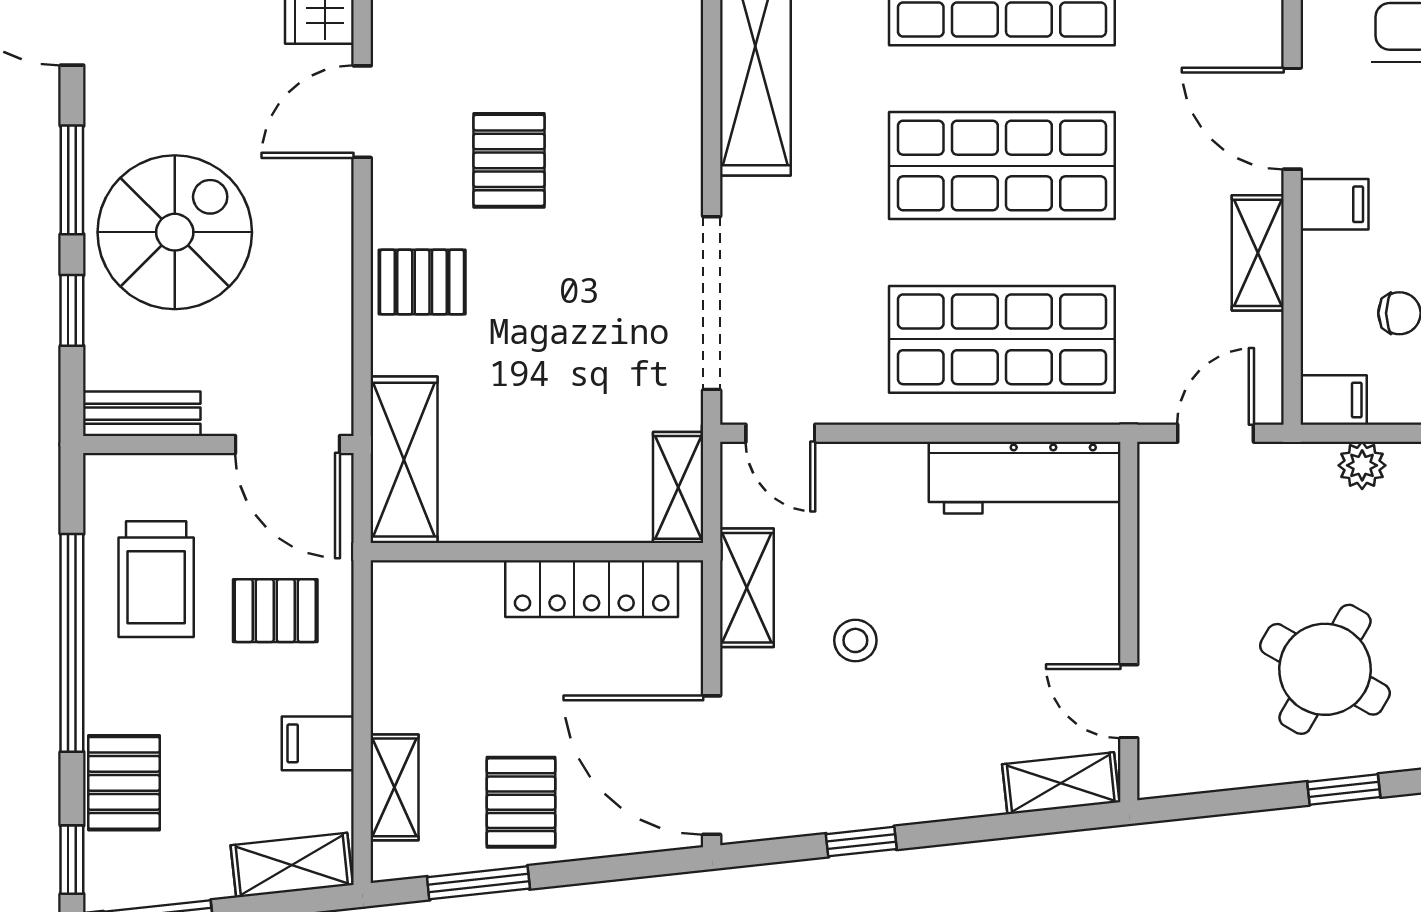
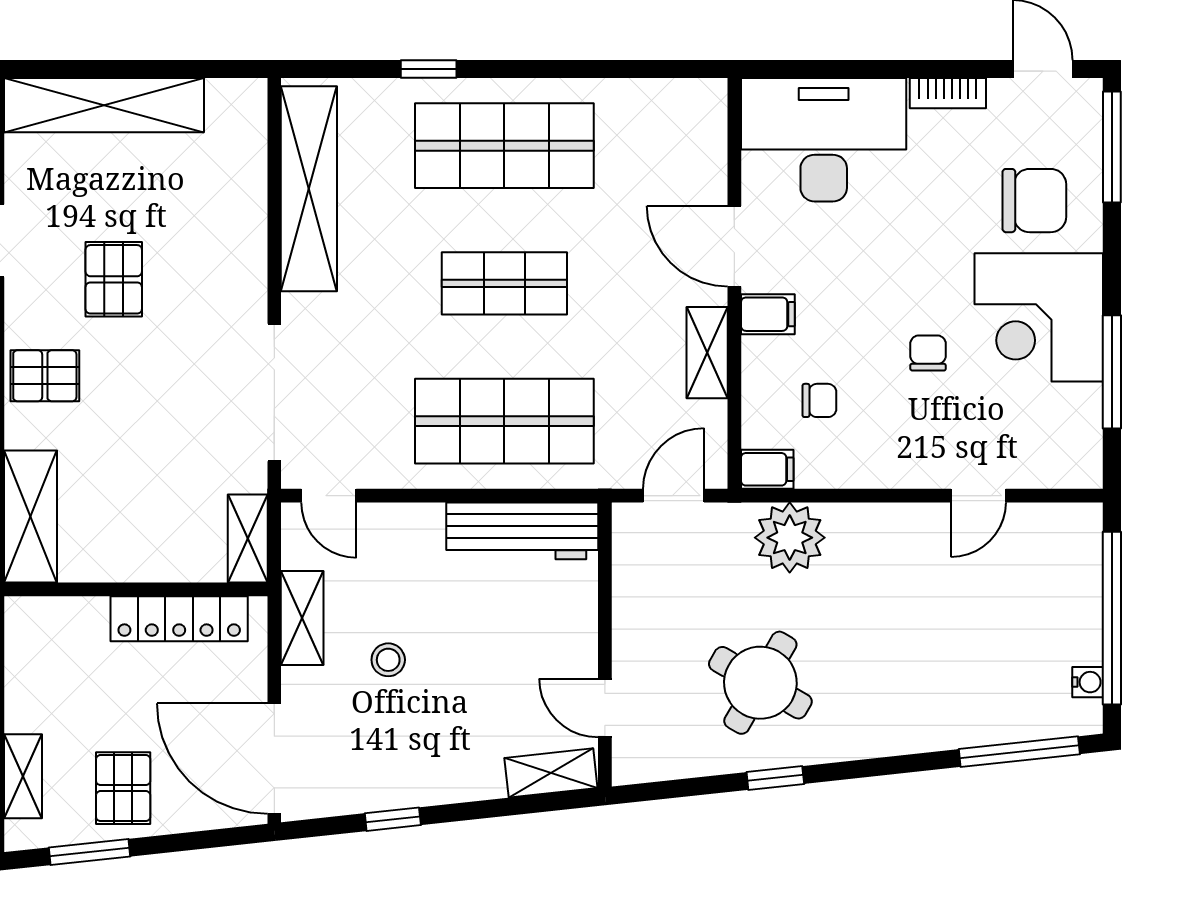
shop shelf: (1002, 166) -> (504, 283), width x0.70, depth x0.74
plant: (1362, 465) -> (790, 538), width x1.87, depth x1.87

